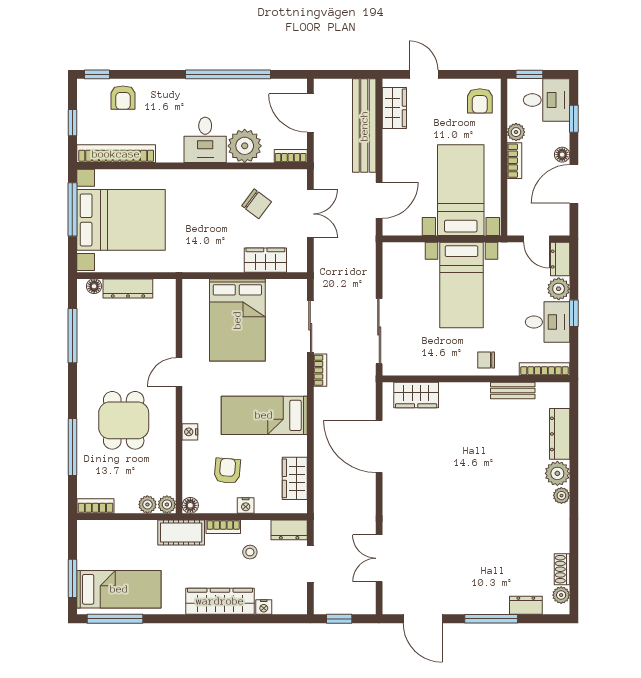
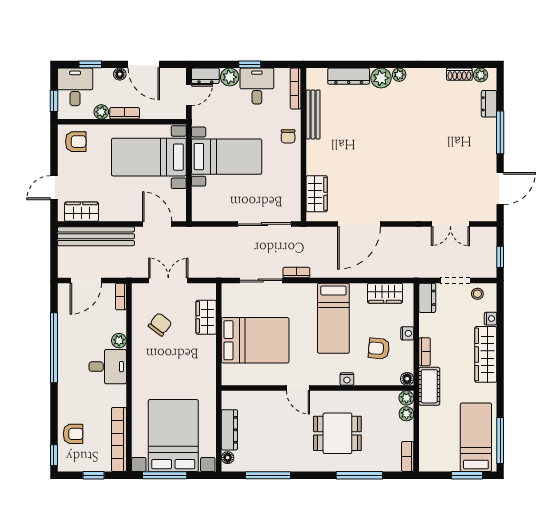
plant: (245, 146) -> (119, 341), width x0.53, depth x0.53
bench: (513, 390) -> (313, 115), width x1.36
stool: (250, 552) -> (477, 294), moved

